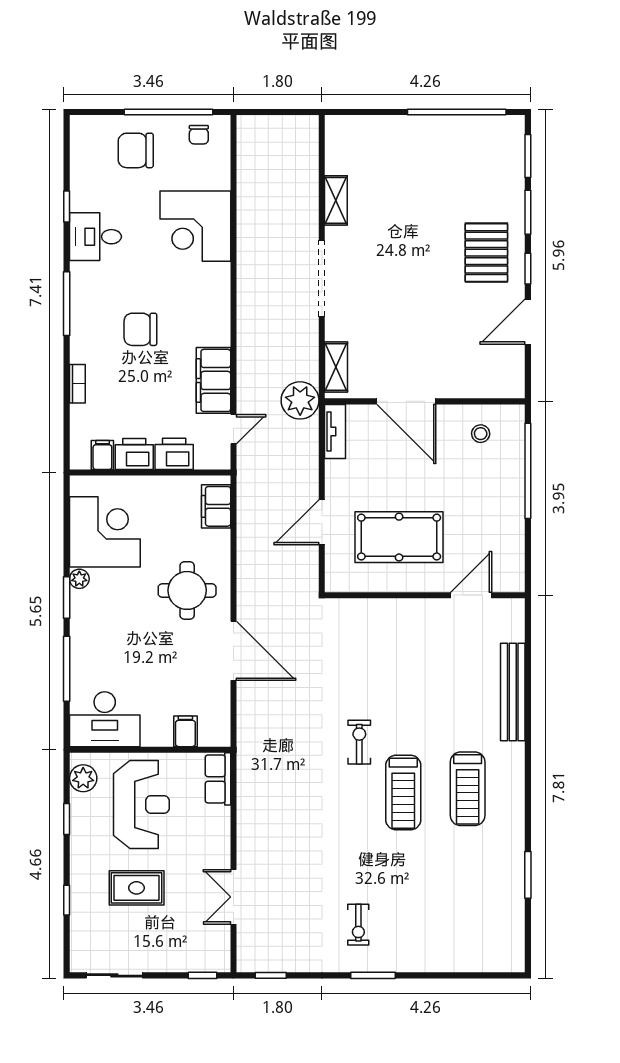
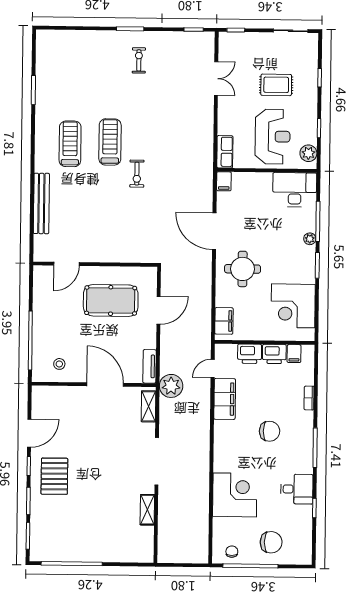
plant: (79, 579) -> (310, 239), moved
filing cabinet: (185, 731) -> (224, 181), moved
reception desk: (141, 804) -> (273, 137), turned 180

